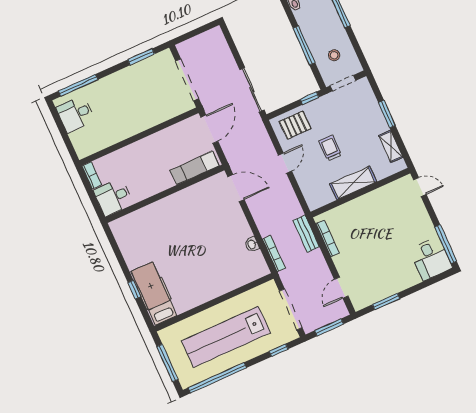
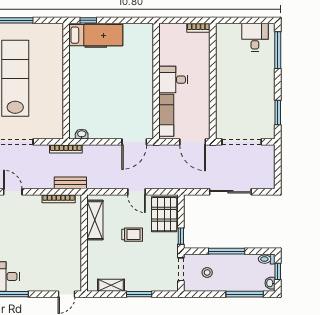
sliding door: (252, 90) -> (230, 192), moved
pallet: (295, 125) -> (164, 214), width x1.50, depth x1.42
shelving: (353, 183) -> (95, 220), moved
desk: (113, 197) -> (173, 80), moved, turned -90
hospital bed: (154, 293) -> (96, 35), moved
wall: (214, 302) -> (66, 81), moved

